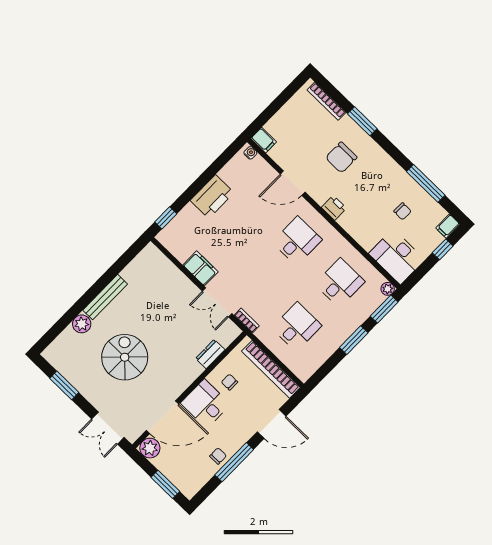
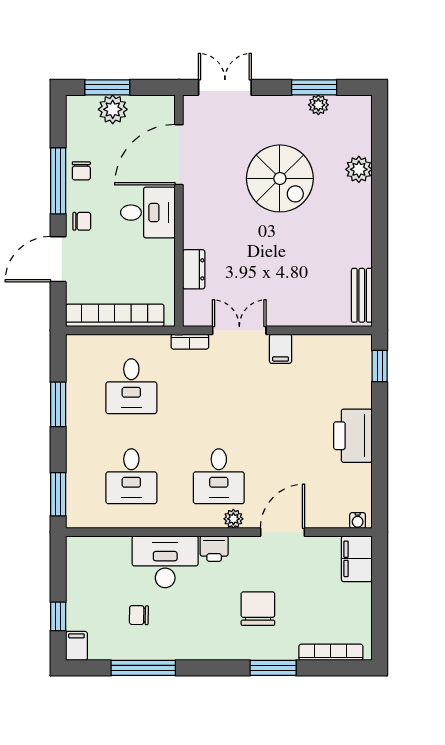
filing cabinet: (264, 140) -> (357, 559), width x2.00
desk: (397, 257) -> (165, 562), moved
filing cabinet: (200, 268) -> (281, 349), width x0.50
plant: (388, 289) -> (233, 519), moved
bench: (105, 297) -> (362, 295), moved, width x0.73
window: (354, 340) -> (58, 404), moved
plant: (71, 375) -> (318, 105), added
chair: (229, 382) -> (82, 221), moved
plant: (150, 448) -> (113, 109), moved

